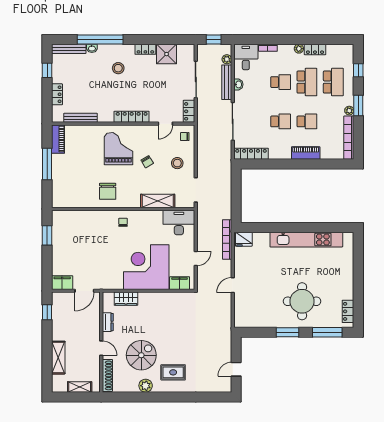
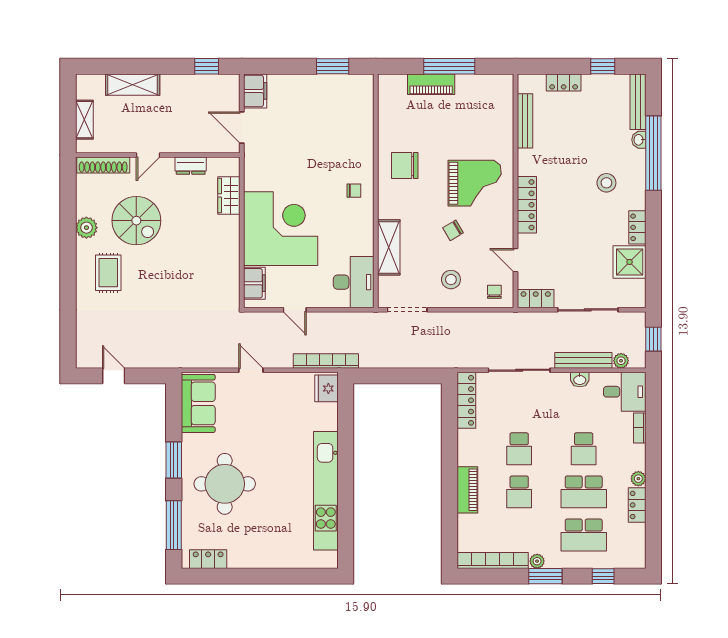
piano: (58, 139) -> (431, 84), moved
sofa: (253, 317) -> (198, 403), added

